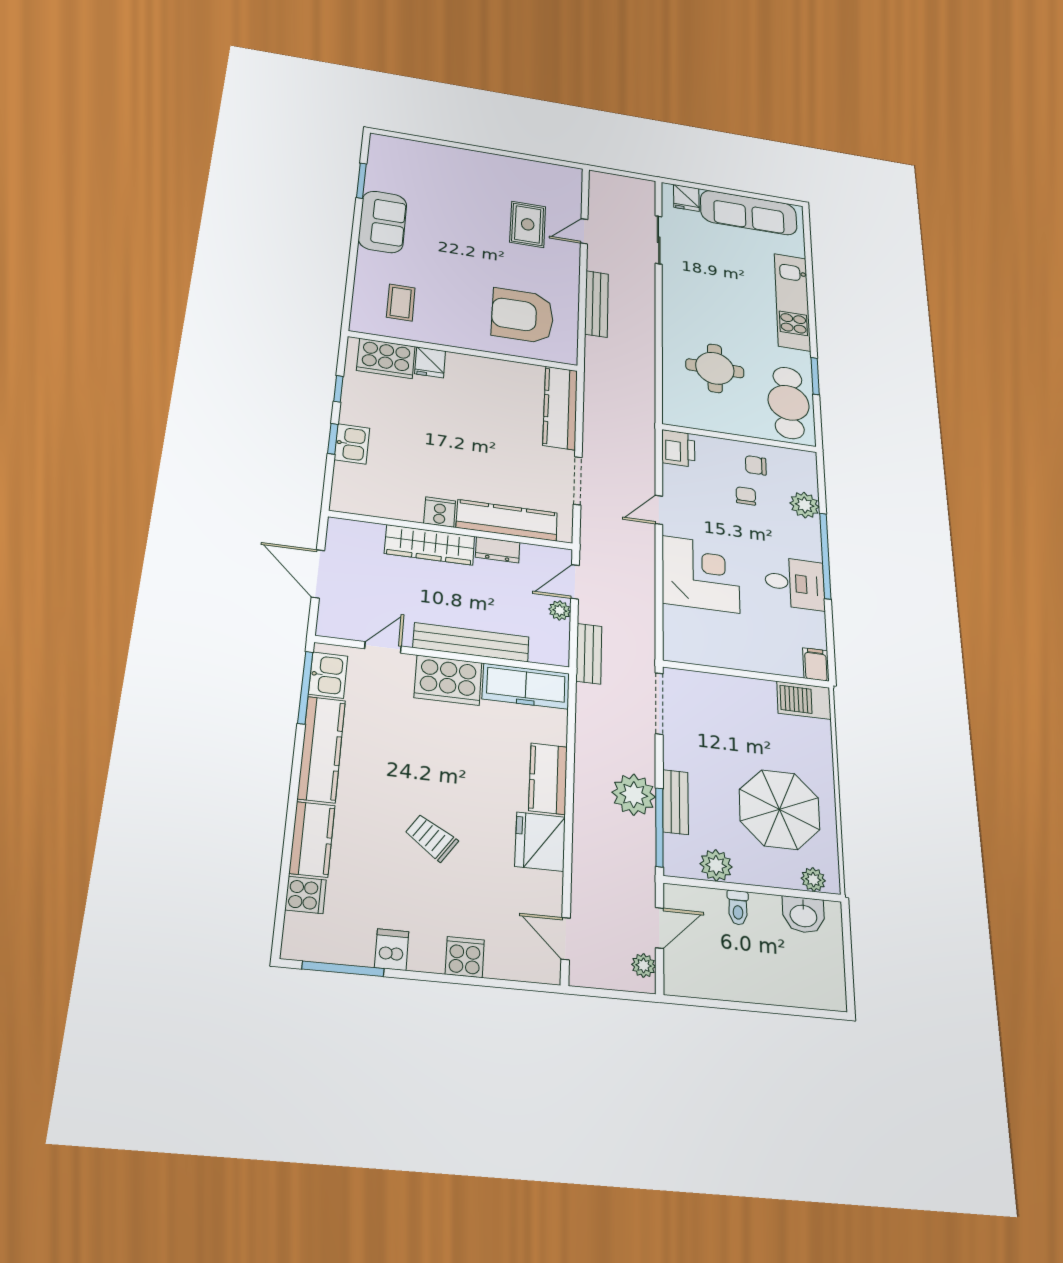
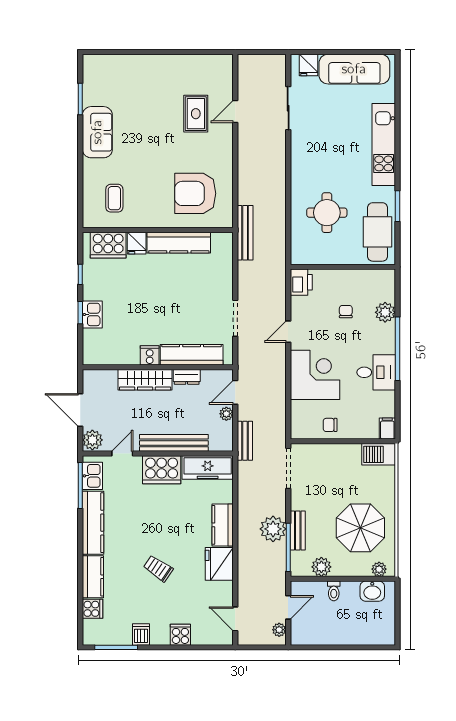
bench: (597, 304) -> (245, 233), moved
kitchen counter: (560, 408) -> (179, 243), moved, turned -90
chair: (756, 465) -> (330, 425), moved
plant: (334, 621) -> (92, 440), added

